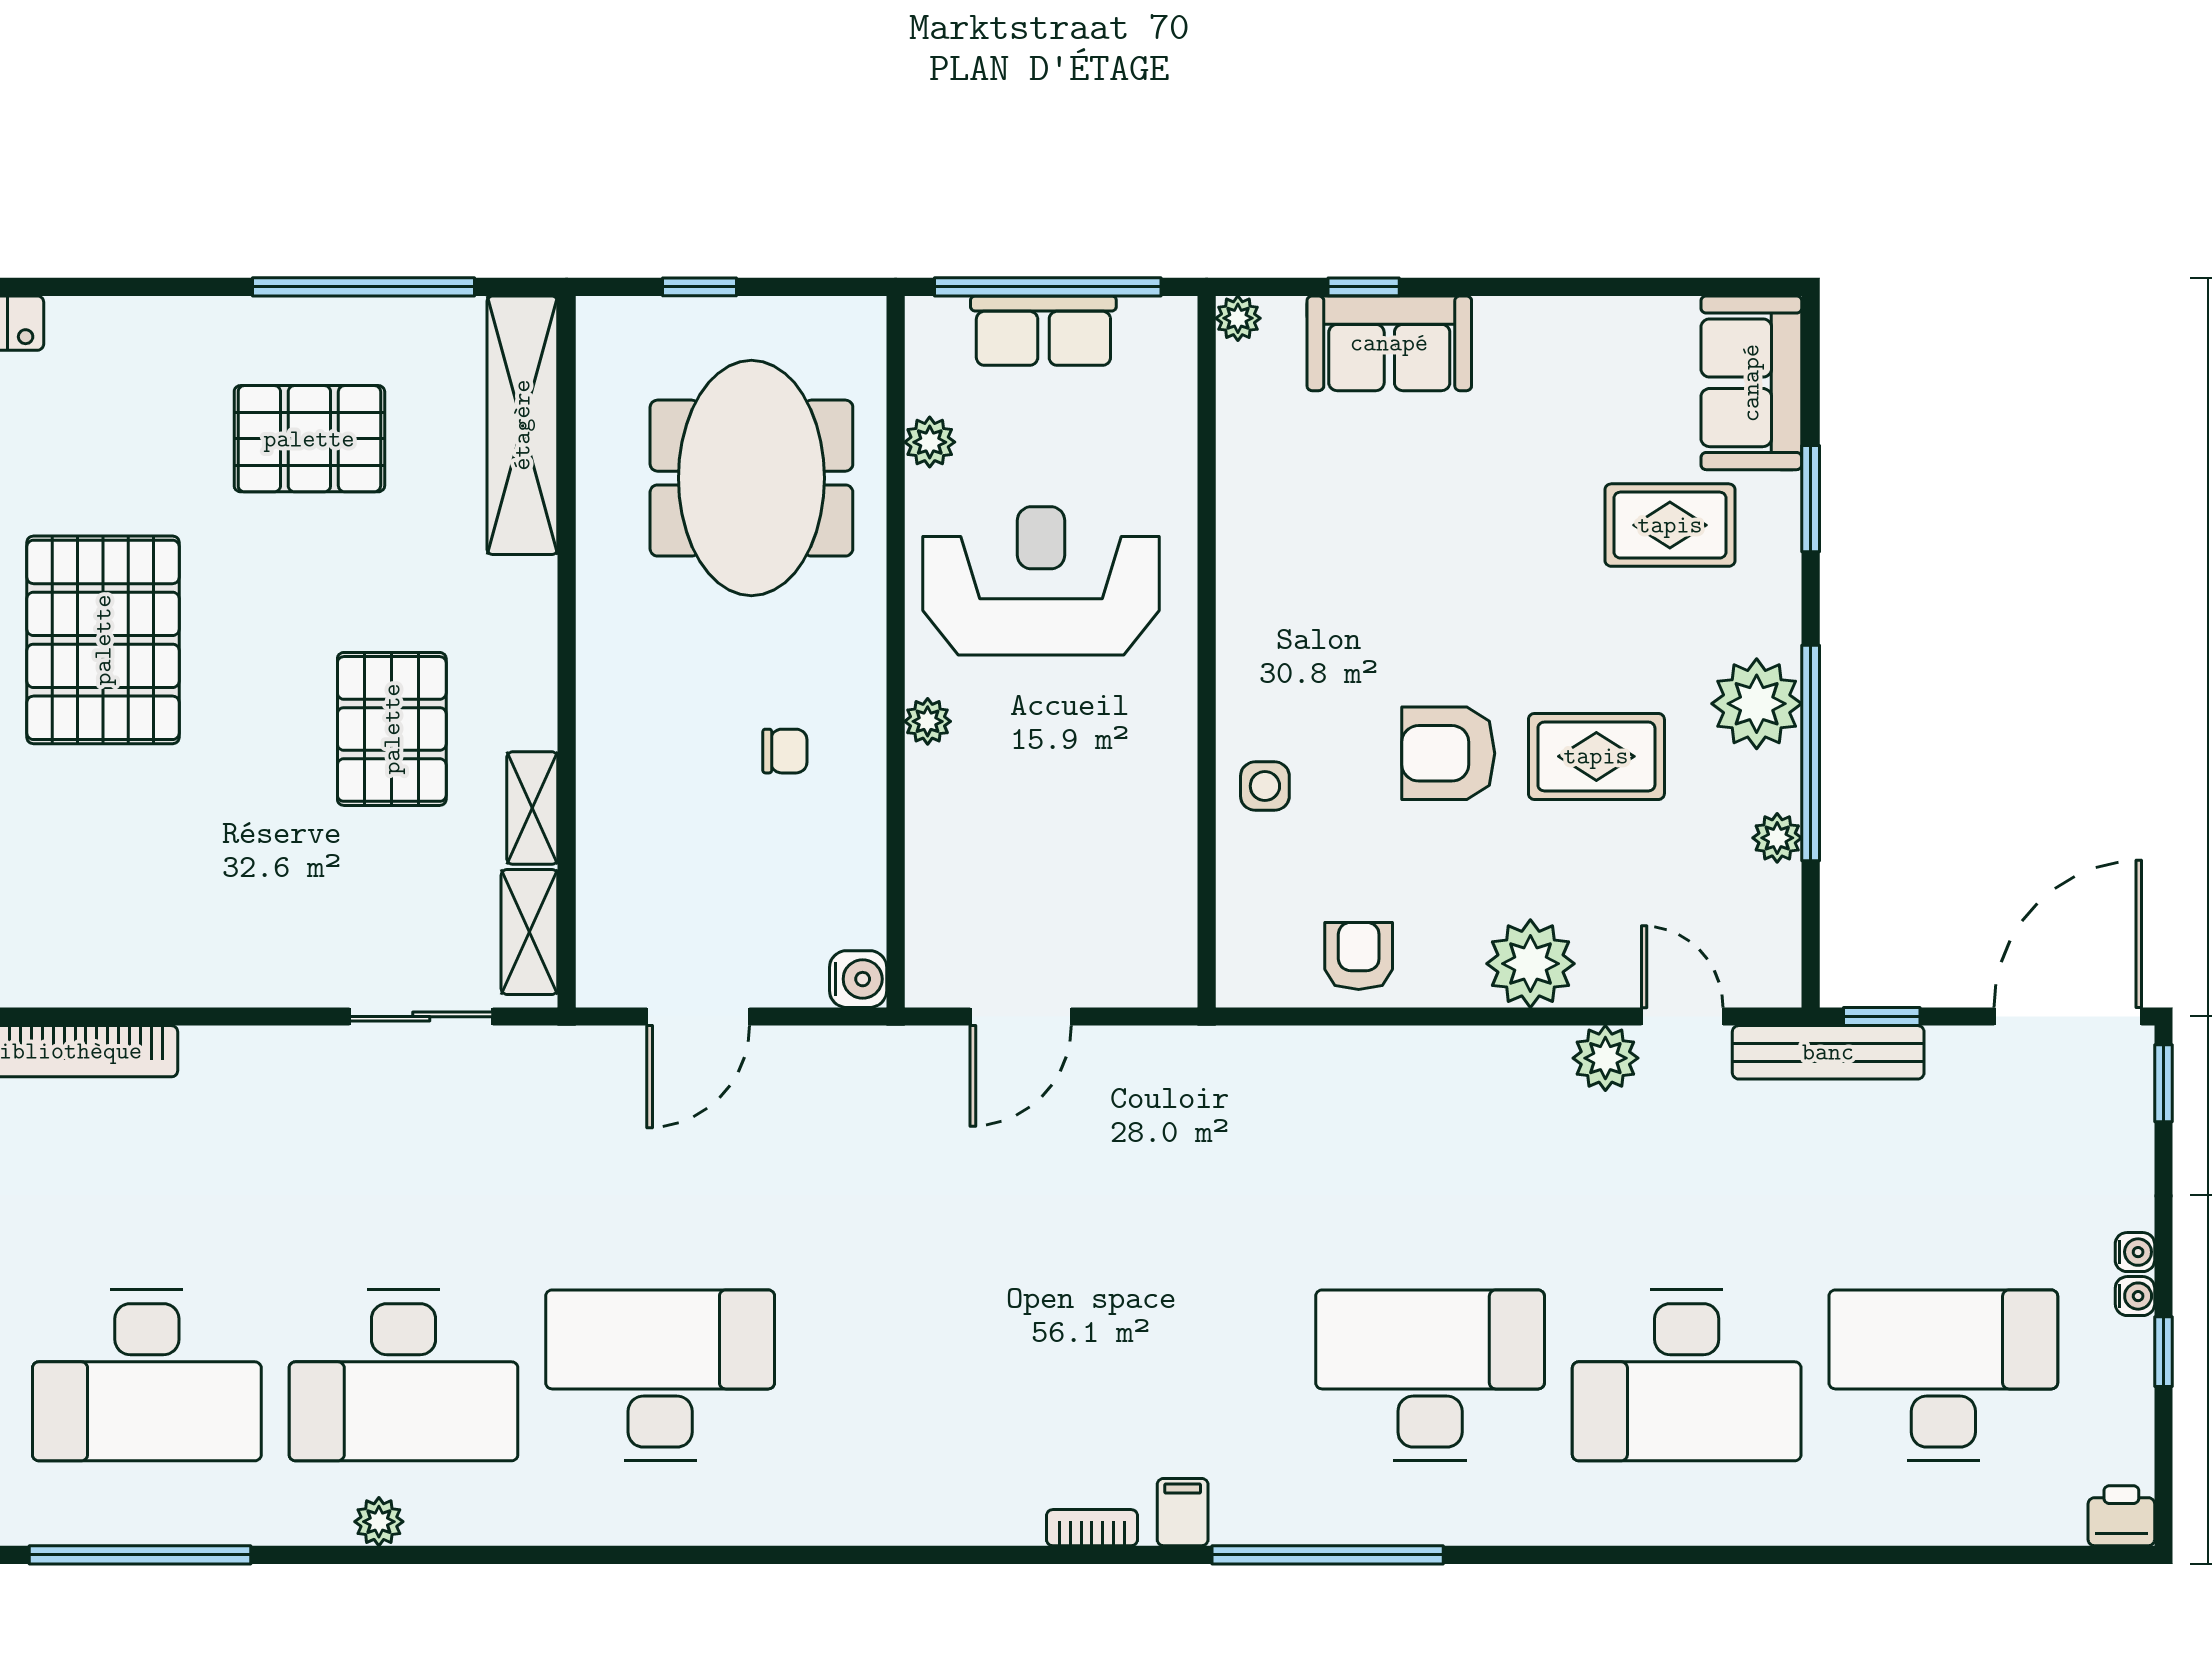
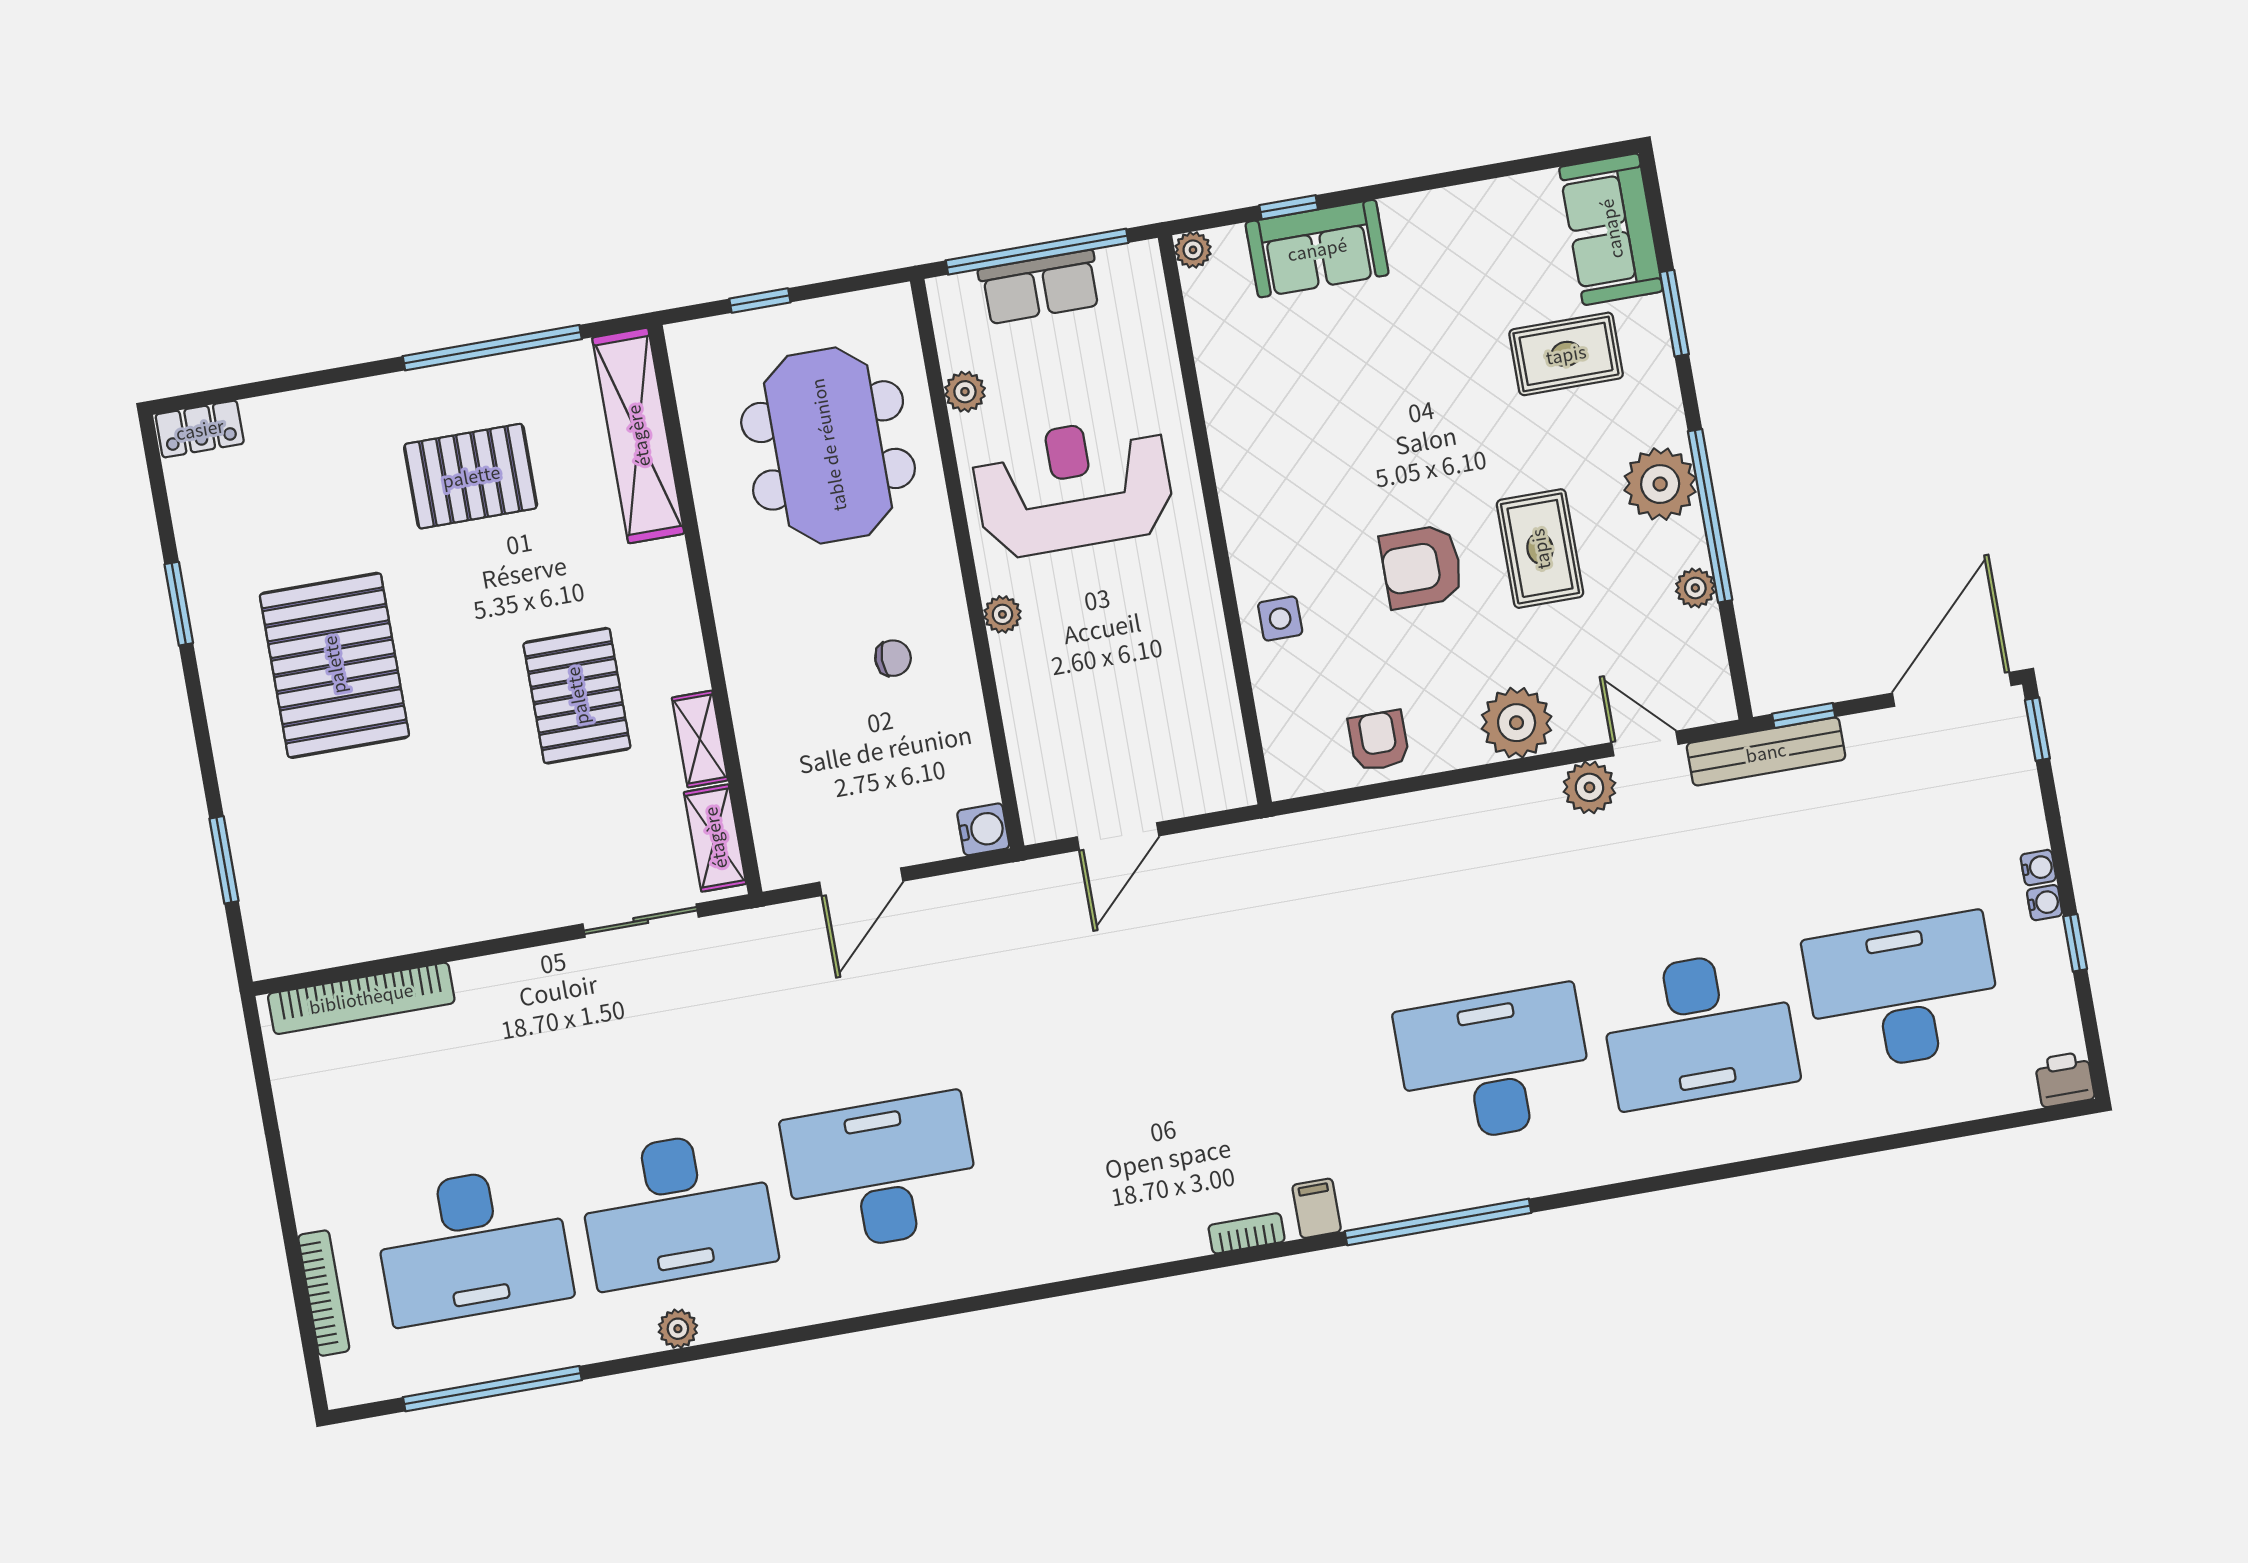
rug: (1596, 756) -> (1540, 549), turned 90

